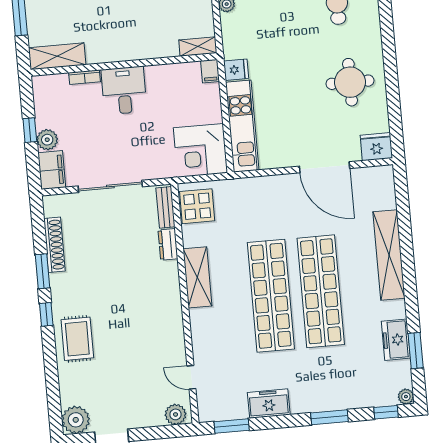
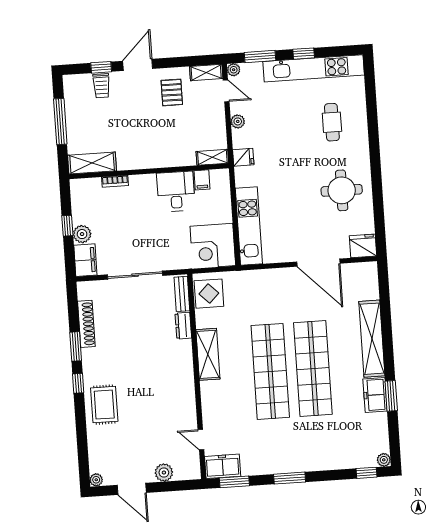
fridge: (236, 70) -> (243, 157), moved
filing cabinet: (210, 71) -> (202, 180), moved
desk: (124, 90) -> (176, 192), moved
freezer: (396, 340) -> (375, 395), moved
window: (416, 351) -> (391, 396), moved
freezer: (269, 404) -> (223, 466), moved
plant: (176, 414) -> (164, 473), moved
window: (329, 417) -> (290, 478), moved
plant: (76, 420) -> (96, 480), width x0.53, depth x0.53

